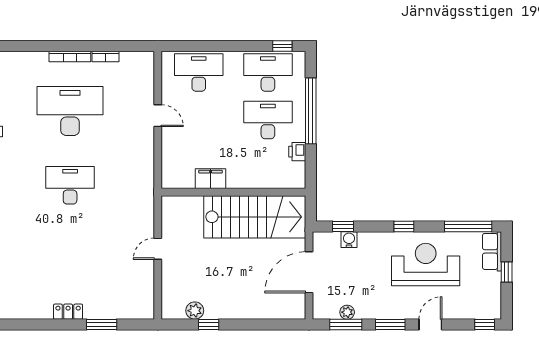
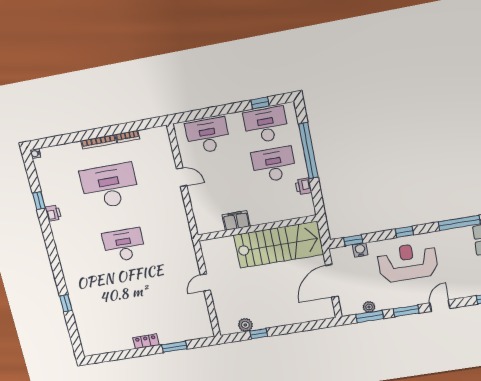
window: (282, 46) -> (260, 103), moved
reception desk: (426, 265) -> (408, 262), moved

